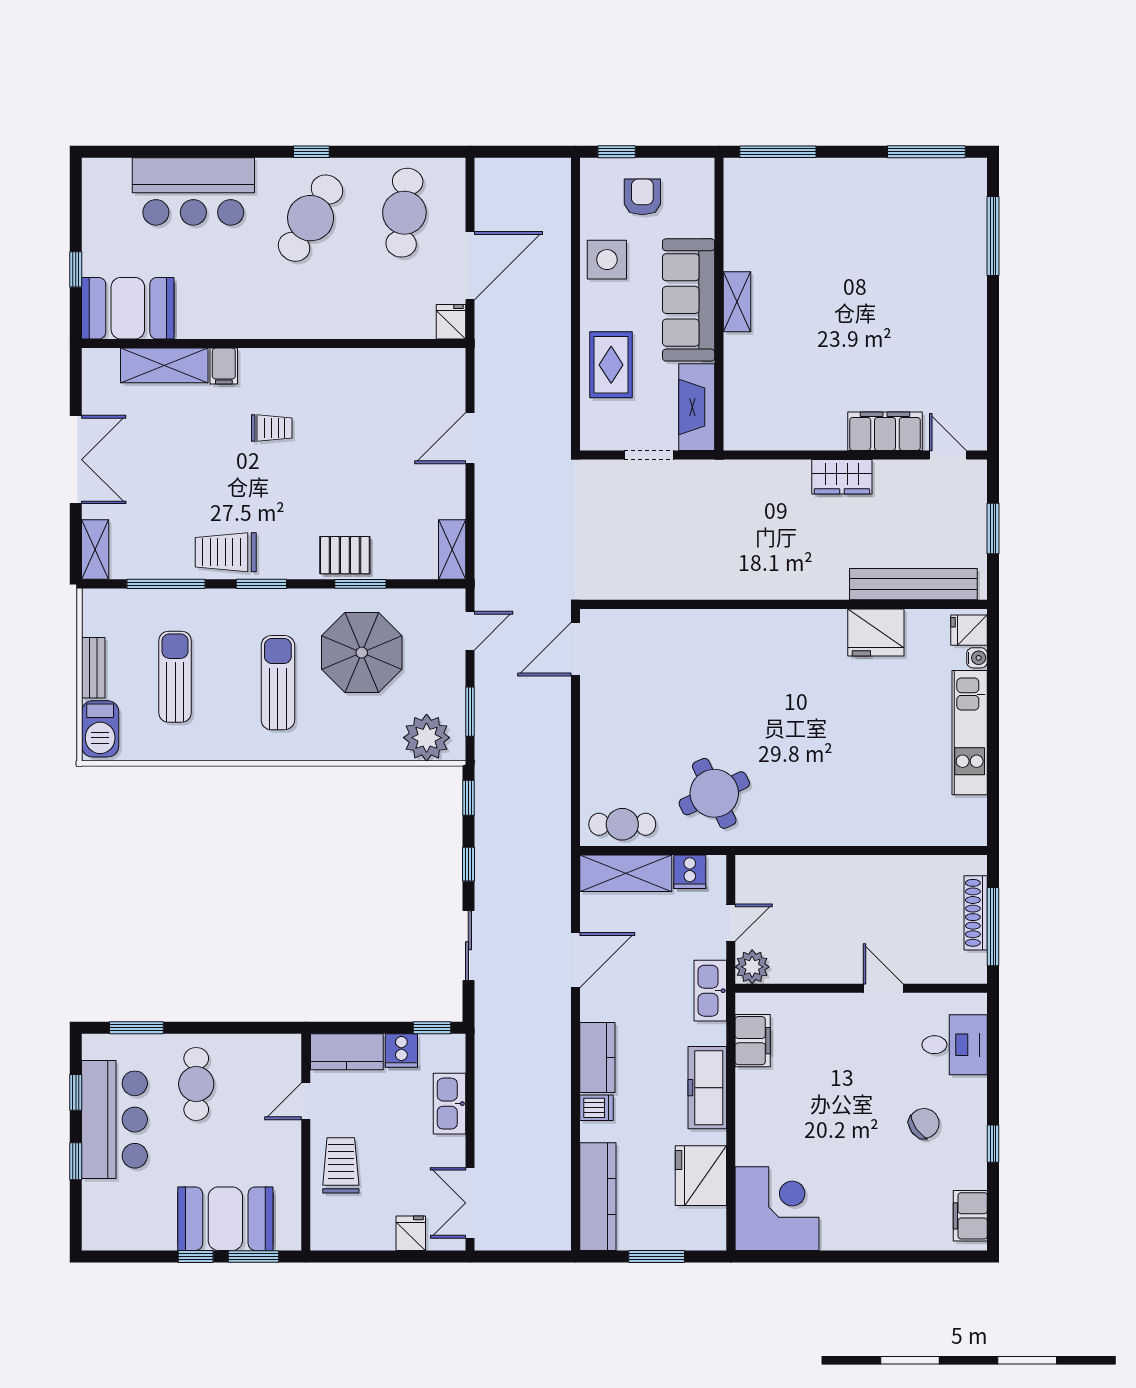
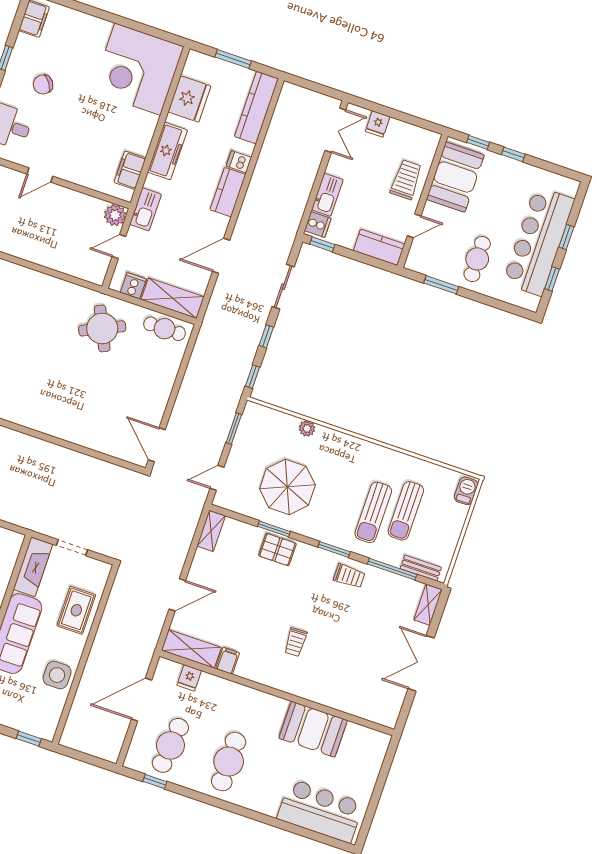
window: (311, 152) -> (155, 781), moved
bar counter: (193, 191) -> (320, 811), moved
armchair: (642, 197) -> (23, 706), removed
cafe table: (311, 218) -> (229, 762), turned -30
window: (76, 269) -> (382, 779), removed
booth: (128, 308) -> (313, 729), moved
fridge: (451, 322) -> (189, 678), moved
shelving: (164, 365) -> (191, 649), moved
filing cabinet: (224, 366) -> (228, 661), moved
trolley: (272, 428) -> (296, 642), turned -92
trolley: (226, 552) -> (349, 576), width x0.73, depth x0.72
door: (575, 649) -> (157, 445), swing flipped
bench: (93, 668) -> (421, 568), moved, turned 90
sun lounger: (278, 683) -> (373, 512), moved
barbecue: (100, 729) -> (466, 491), width x0.73, depth x0.79
plant: (427, 738) -> (307, 428), moved, width x0.53, depth x0.53
door: (883, 988) -> (40, 175), hinge flipped
window: (136, 1028) -> (441, 285), moved
cooker: (401, 1051) -> (318, 224), moved, turned 90
bar counter: (114, 1120) -> (539, 241), width x1.36
trolley: (341, 1165) -> (406, 180), turned 180
corner desk: (777, 1209) -> (138, 69), width x1.36, depth x1.36
booth: (225, 1219) -> (455, 177), moved, turned 90
window: (253, 1256) -> (478, 142), width x0.67

